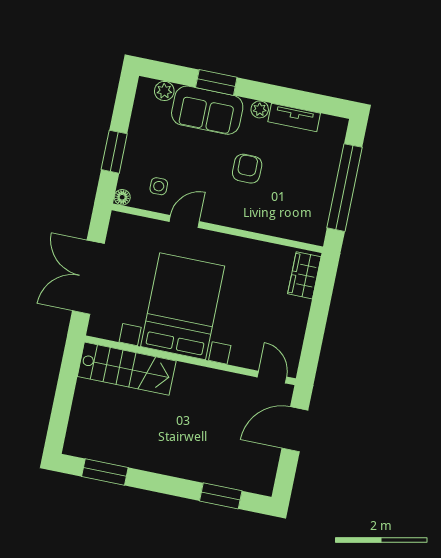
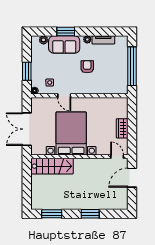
door: (184, 222) -> (64, 96), swing flipped
wardrobe: (304, 275) -> (122, 128), moved
window: (221, 496) -> (90, 214), moved

